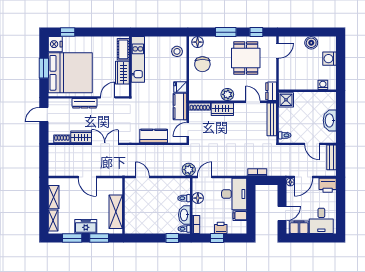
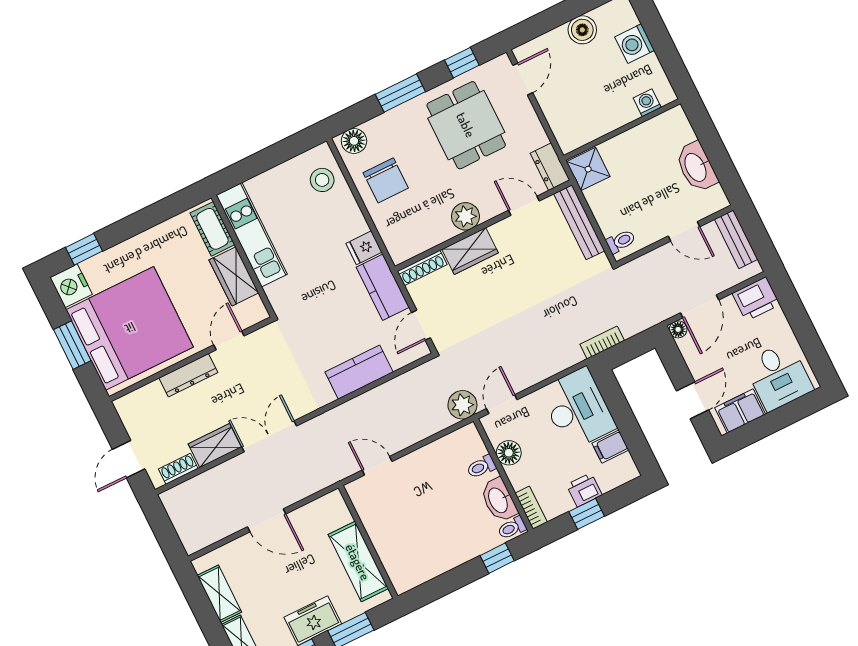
door: (44, 115) -> (129, 459), moved

